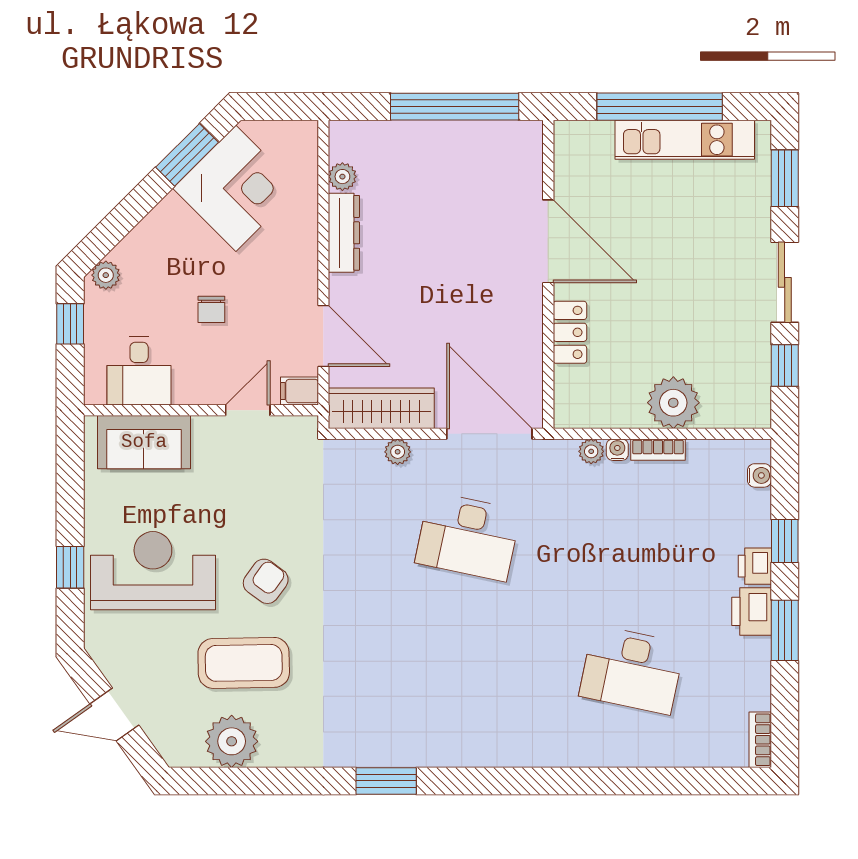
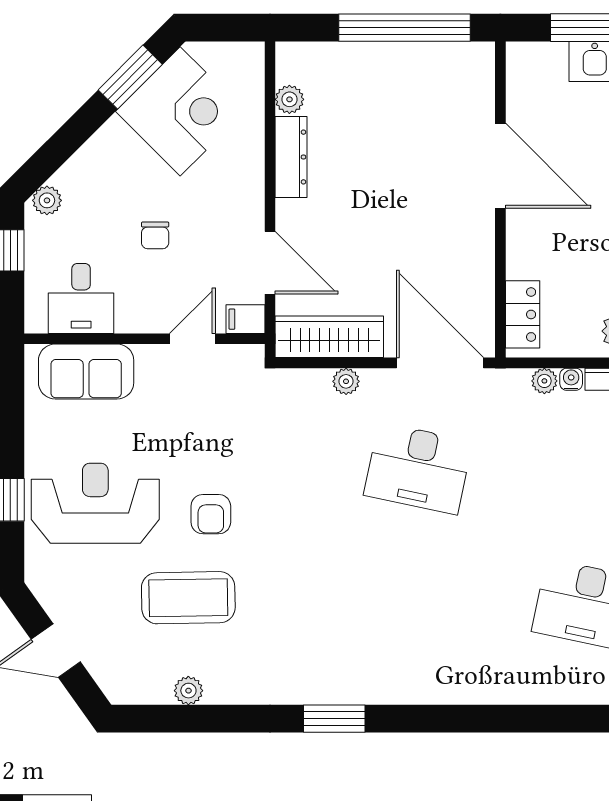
locker: (570, 332) -> (523, 314), moved
armchair: (266, 581) -> (211, 514), turned 144
plant: (232, 741) -> (188, 691), width x0.53, depth x0.53

